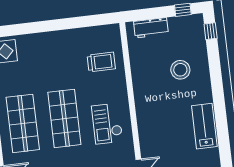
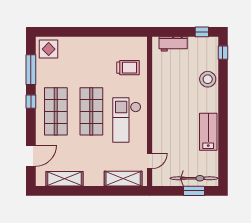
stool: (180, 70) -> (208, 79), moved
checkout: (107, 124) -> (127, 120), width x1.36, depth x1.21

